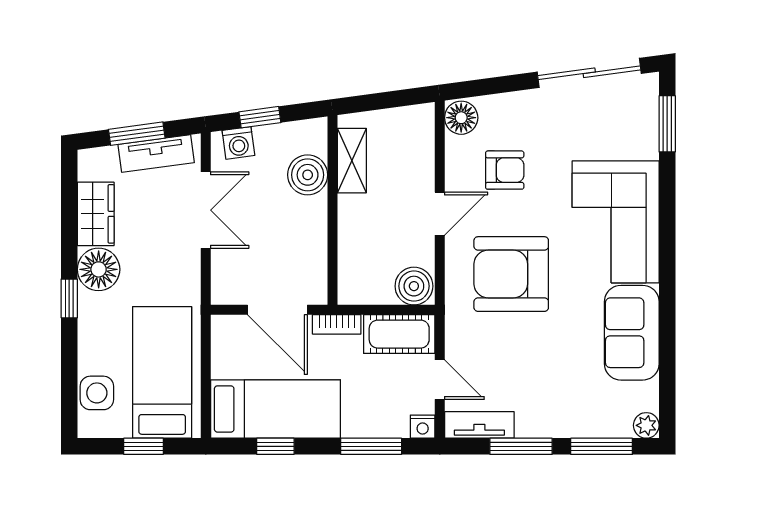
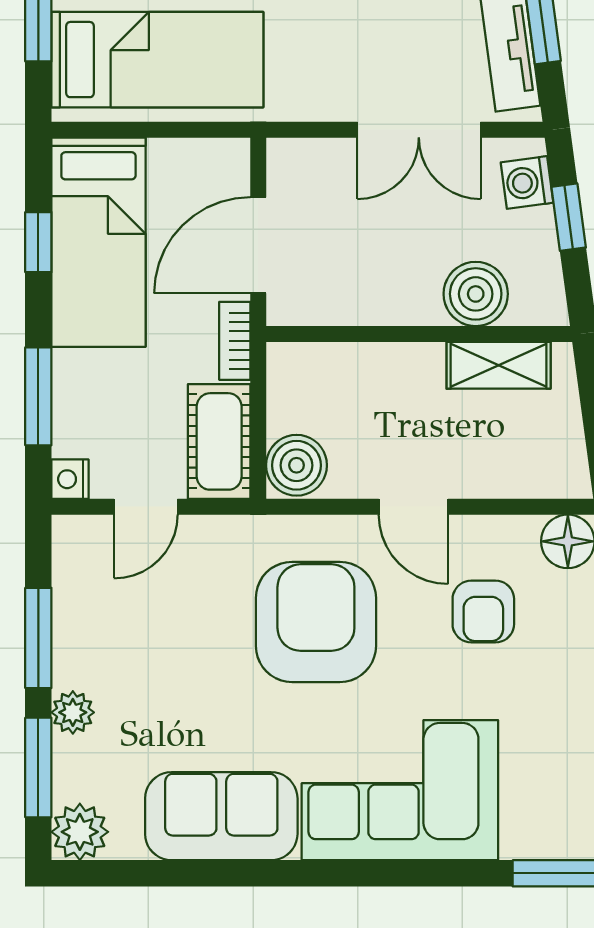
tv unit: (479, 425) -> (73, 571), removed
plant: (567, 425) -> (73, 712), added
plant: (646, 425) -> (80, 832), width x1.38, depth x1.38

